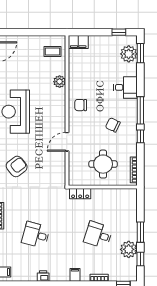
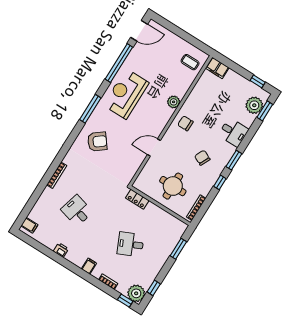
plant: (60, 82) -> (174, 102), moved
window: (140, 110) -> (234, 160), width x0.69
window: (140, 232) -> (178, 249), moved
desk: (98, 235) -> (131, 244), turned -42
plant: (129, 249) -> (136, 293), moved

